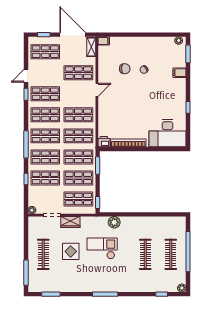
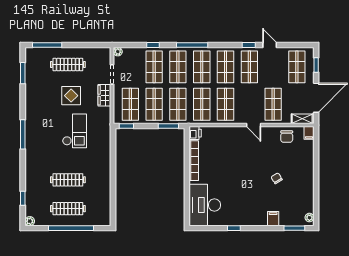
chair: (125, 69) -> (287, 137), moved
plant: (114, 222) -> (104, 145), removed

